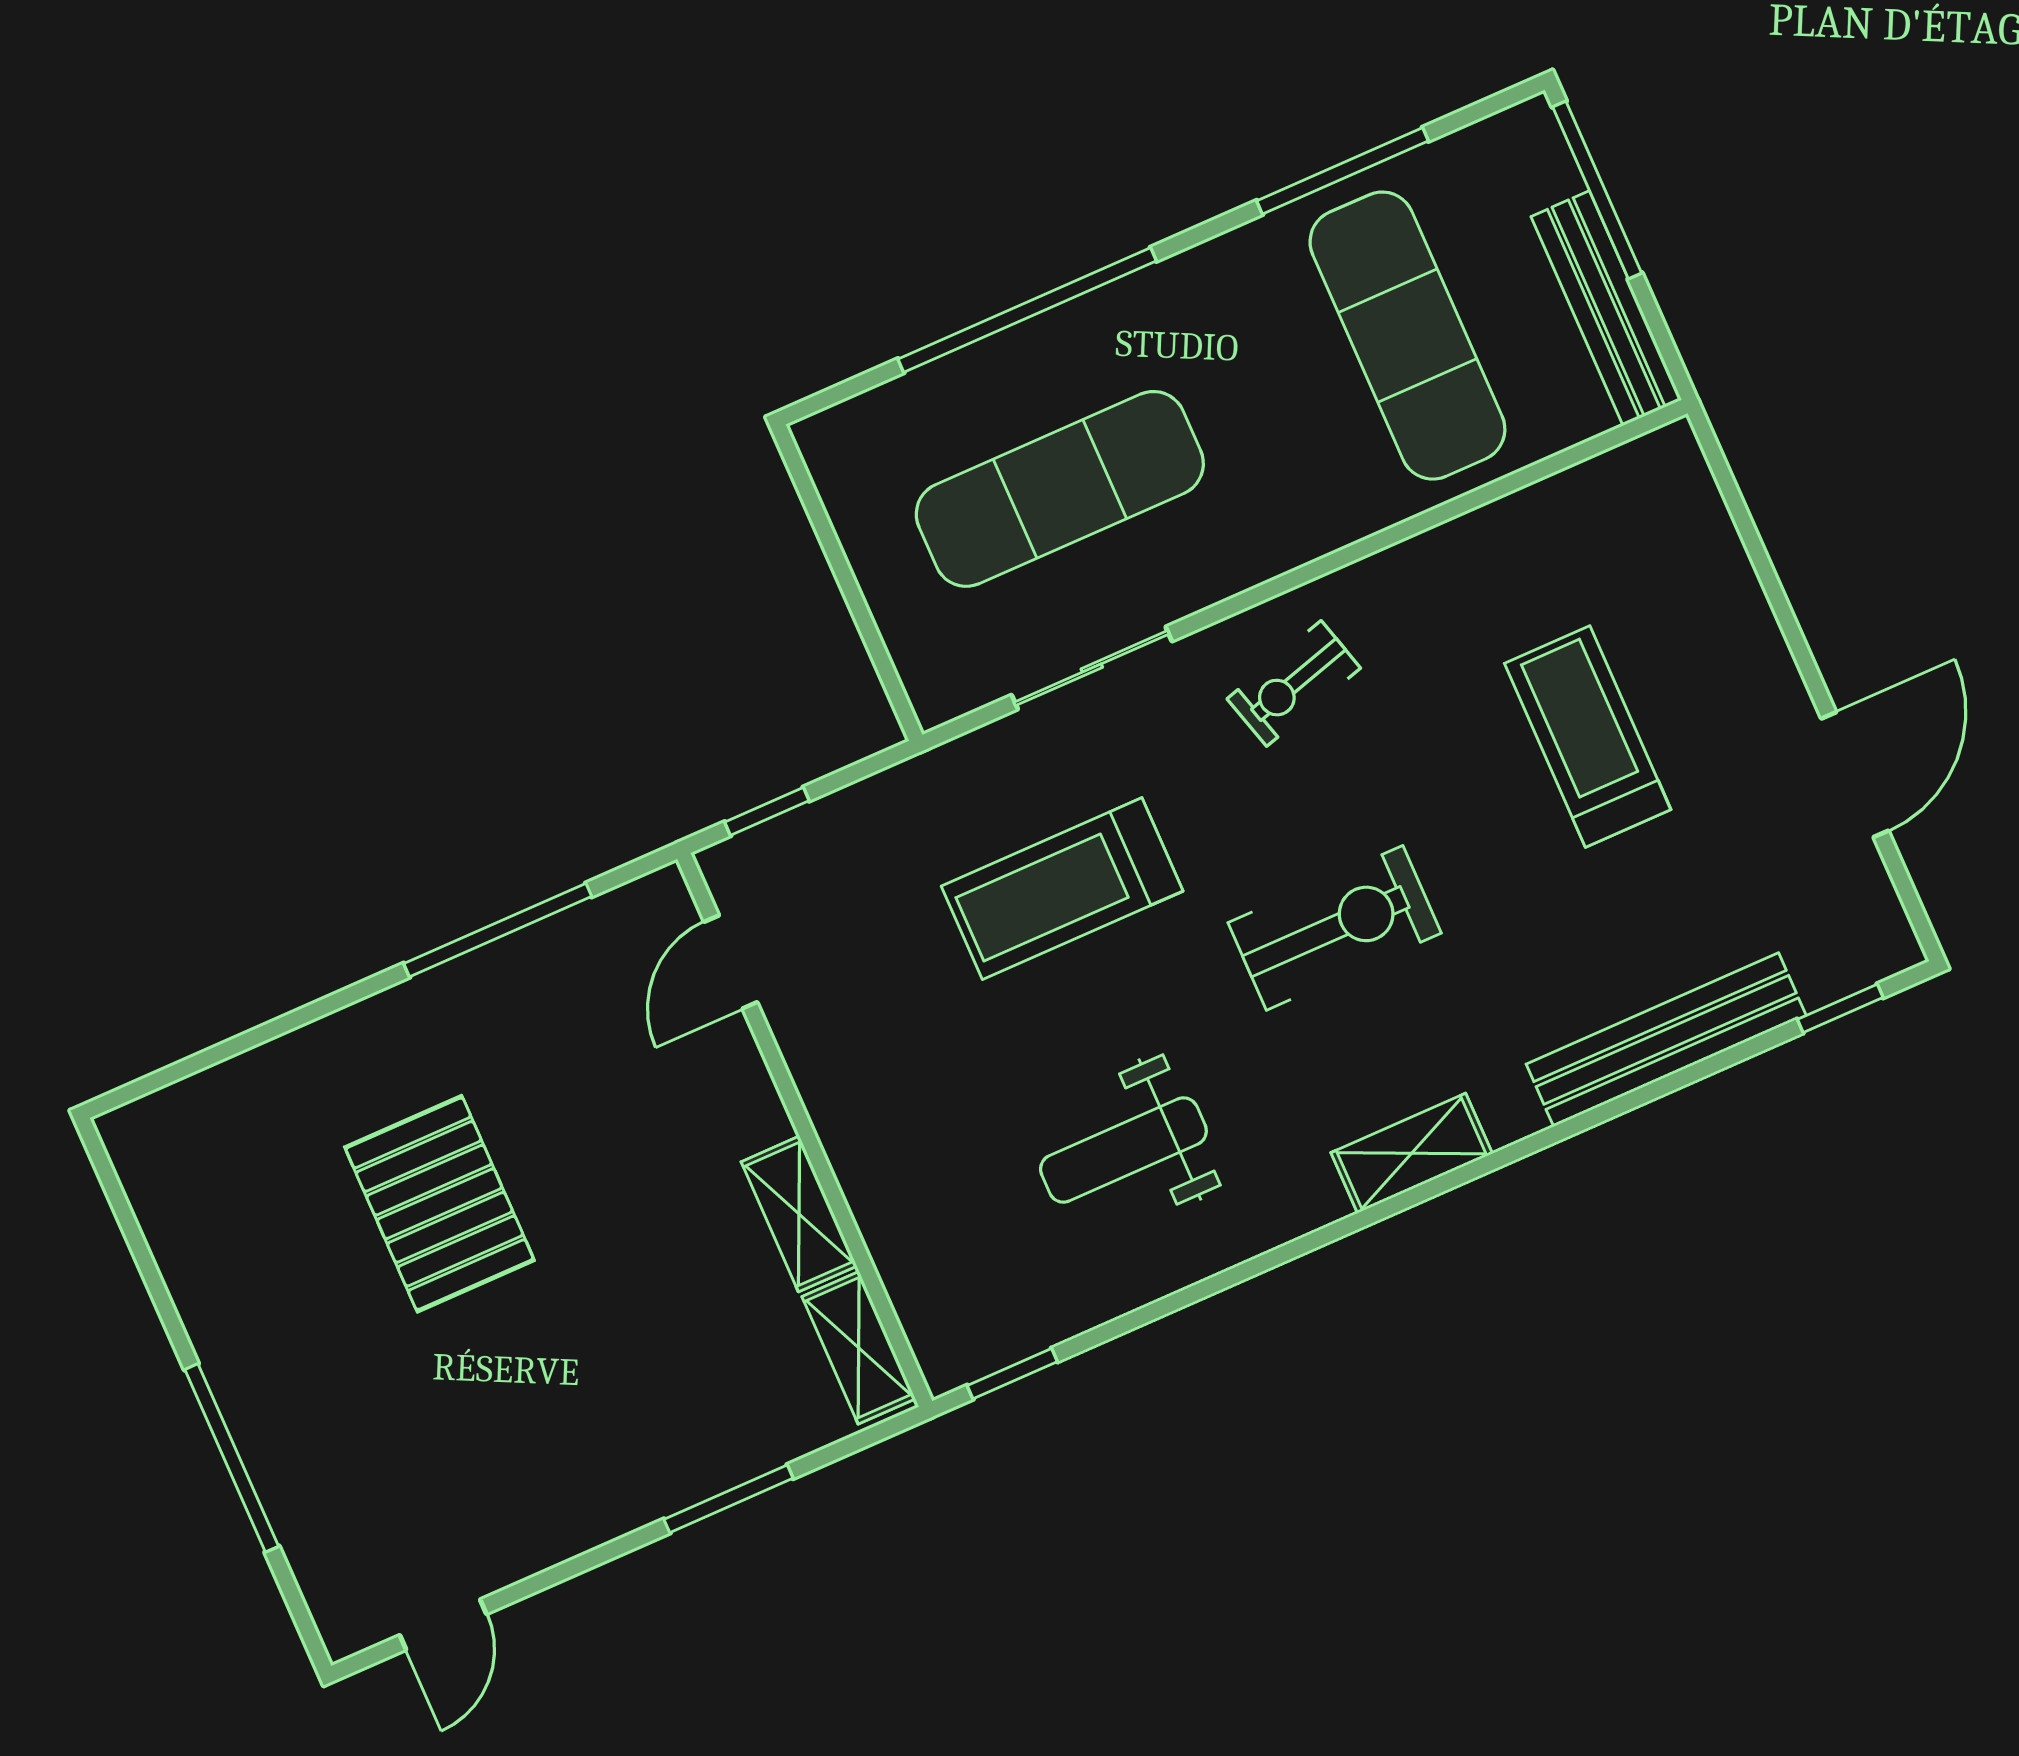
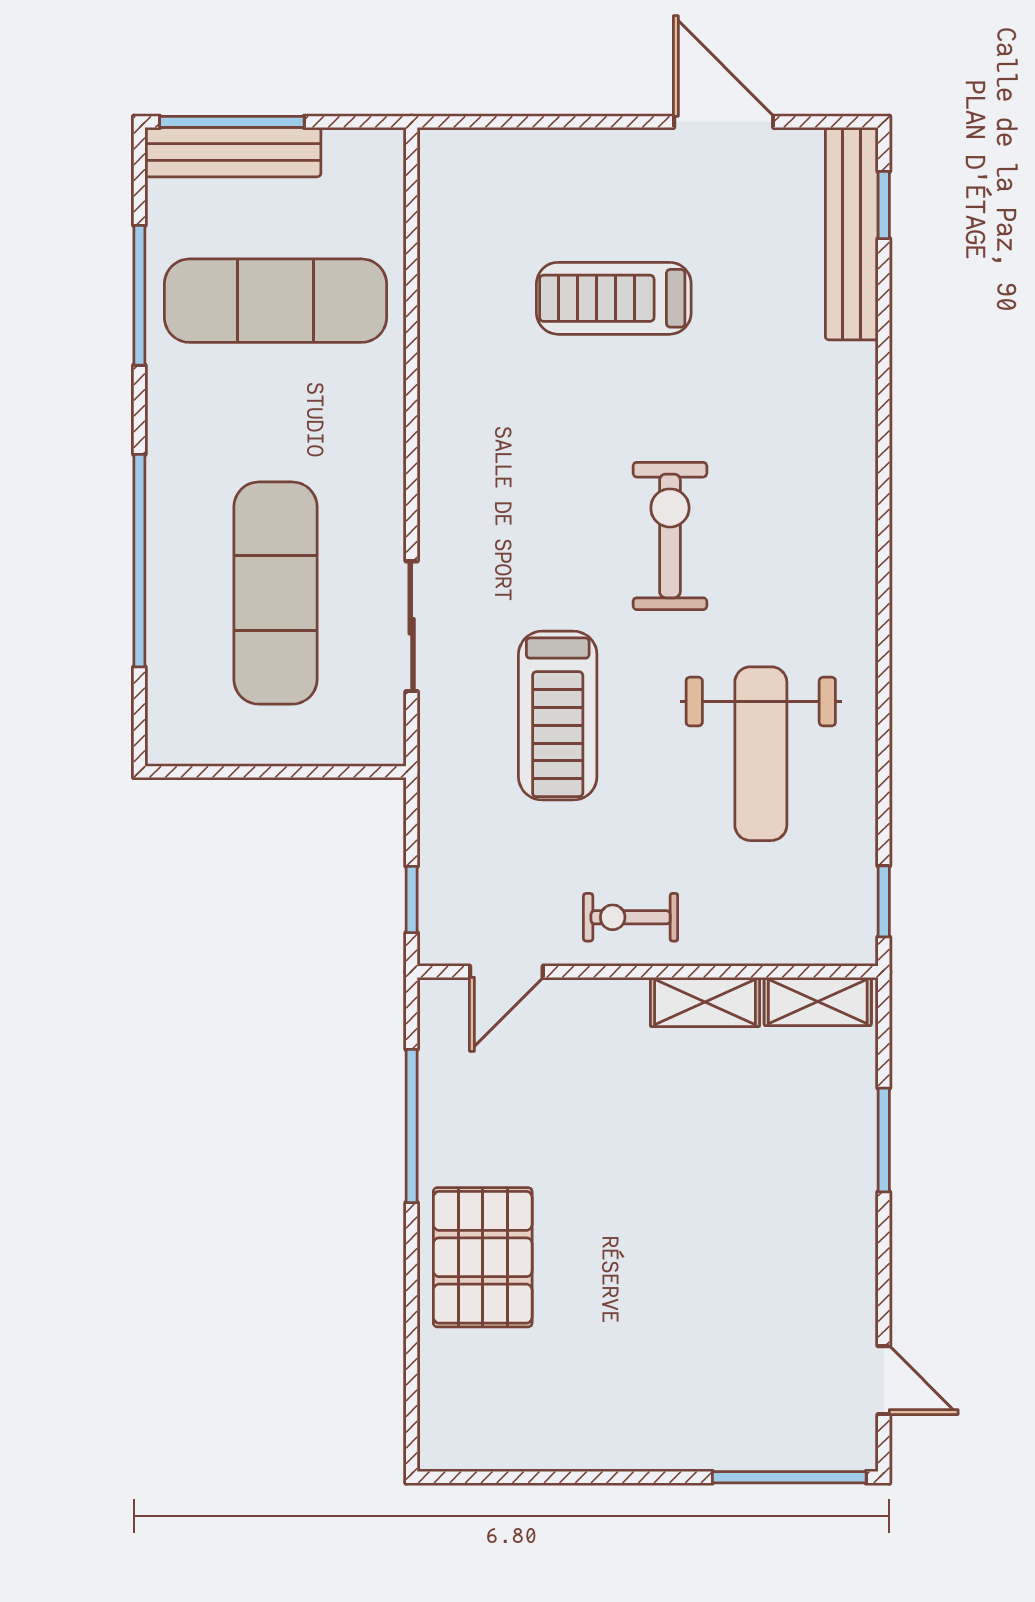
bench: (1606, 308) -> (233, 152), moved
exercise bike: (1294, 683) -> (631, 917), moved, turned 106
door: (731, 962) -> (506, 972), hinge flipped
bench: (1666, 1040) -> (852, 234), moved
weight bench: (1123, 1150) -> (761, 754), width x1.36, depth x1.33
shelving: (1412, 1153) -> (853, 552), removed
pallet: (439, 1204) -> (483, 1257), moved, turned 90
window: (232, 1458) -> (789, 1477), moved

